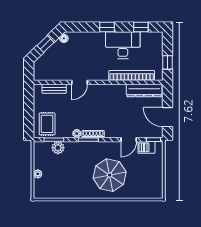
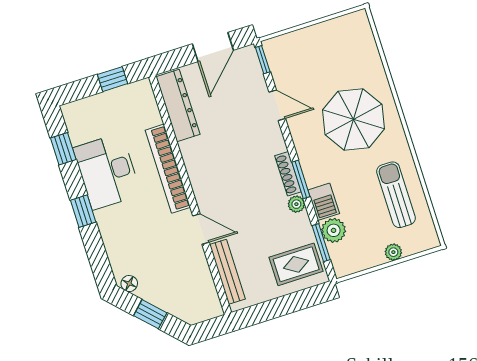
bookcase: (132, 76) -> (168, 169), moved
bench: (54, 89) -> (227, 272), width x1.36
barbecue: (147, 147) -> (324, 202), moved
sun lounger: (66, 184) -> (396, 195), added

